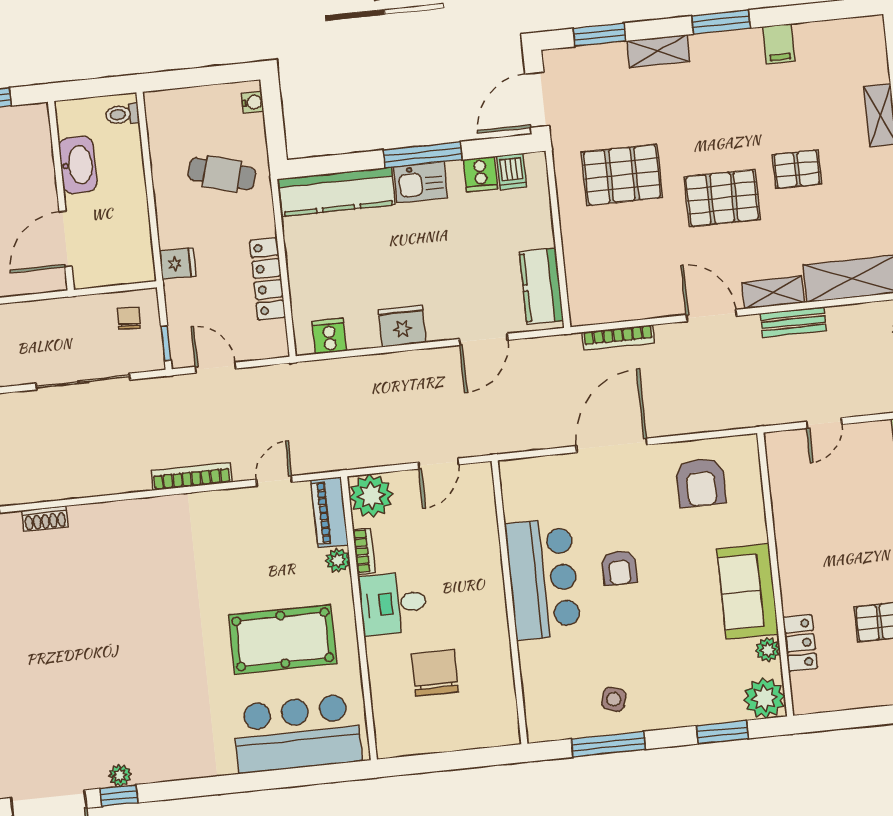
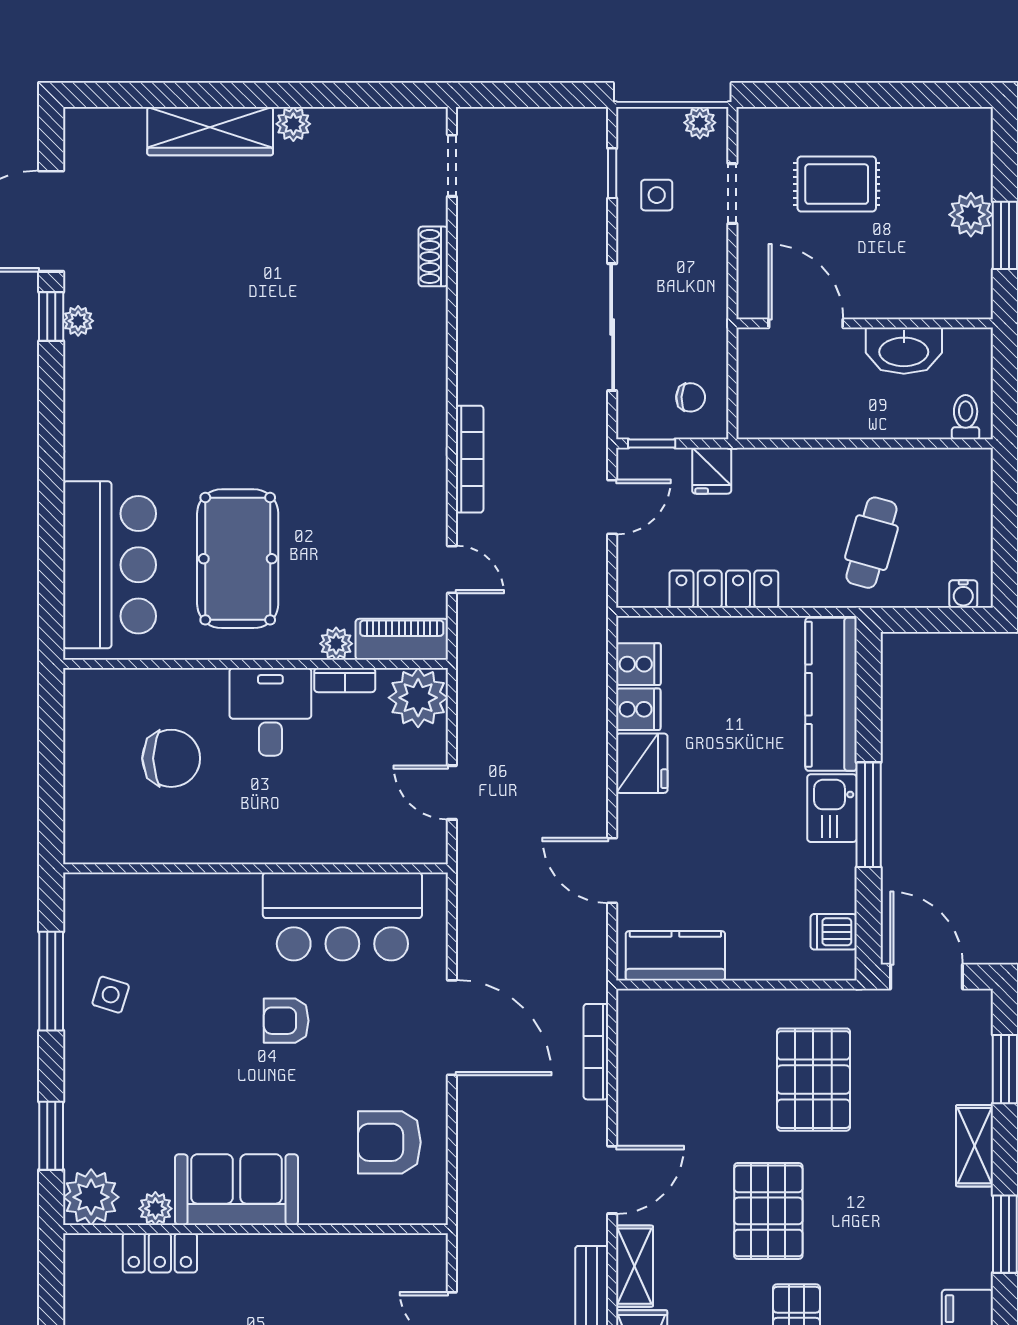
cooker: (480, 174) -> (638, 709), moved, turned 180
fridge: (178, 264) -> (712, 471), moved
bar counter: (543, 579) -> (342, 916), moved

